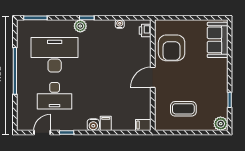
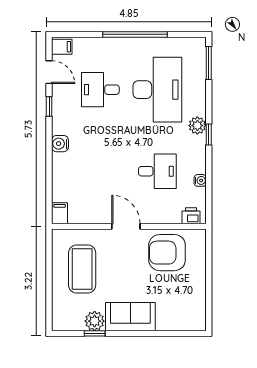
sofa: (218, 40) -> (130, 317), moved
desk: (113, 55) -> (157, 171), added
desk: (55, 96) -> (100, 90), width x0.73
coffee table: (183, 109) -> (82, 269), width x1.36, depth x1.32
filing cabinet: (106, 123) -> (62, 47), moved
plant: (221, 124) -> (95, 321), moved

